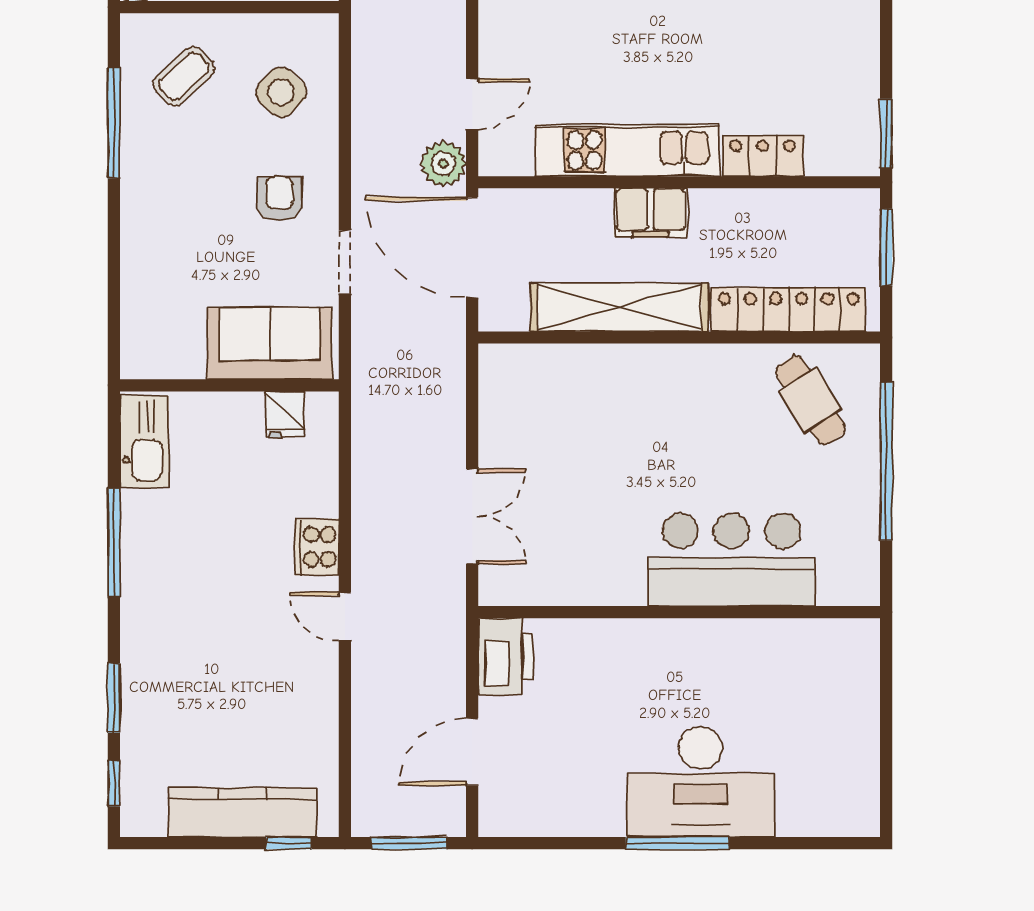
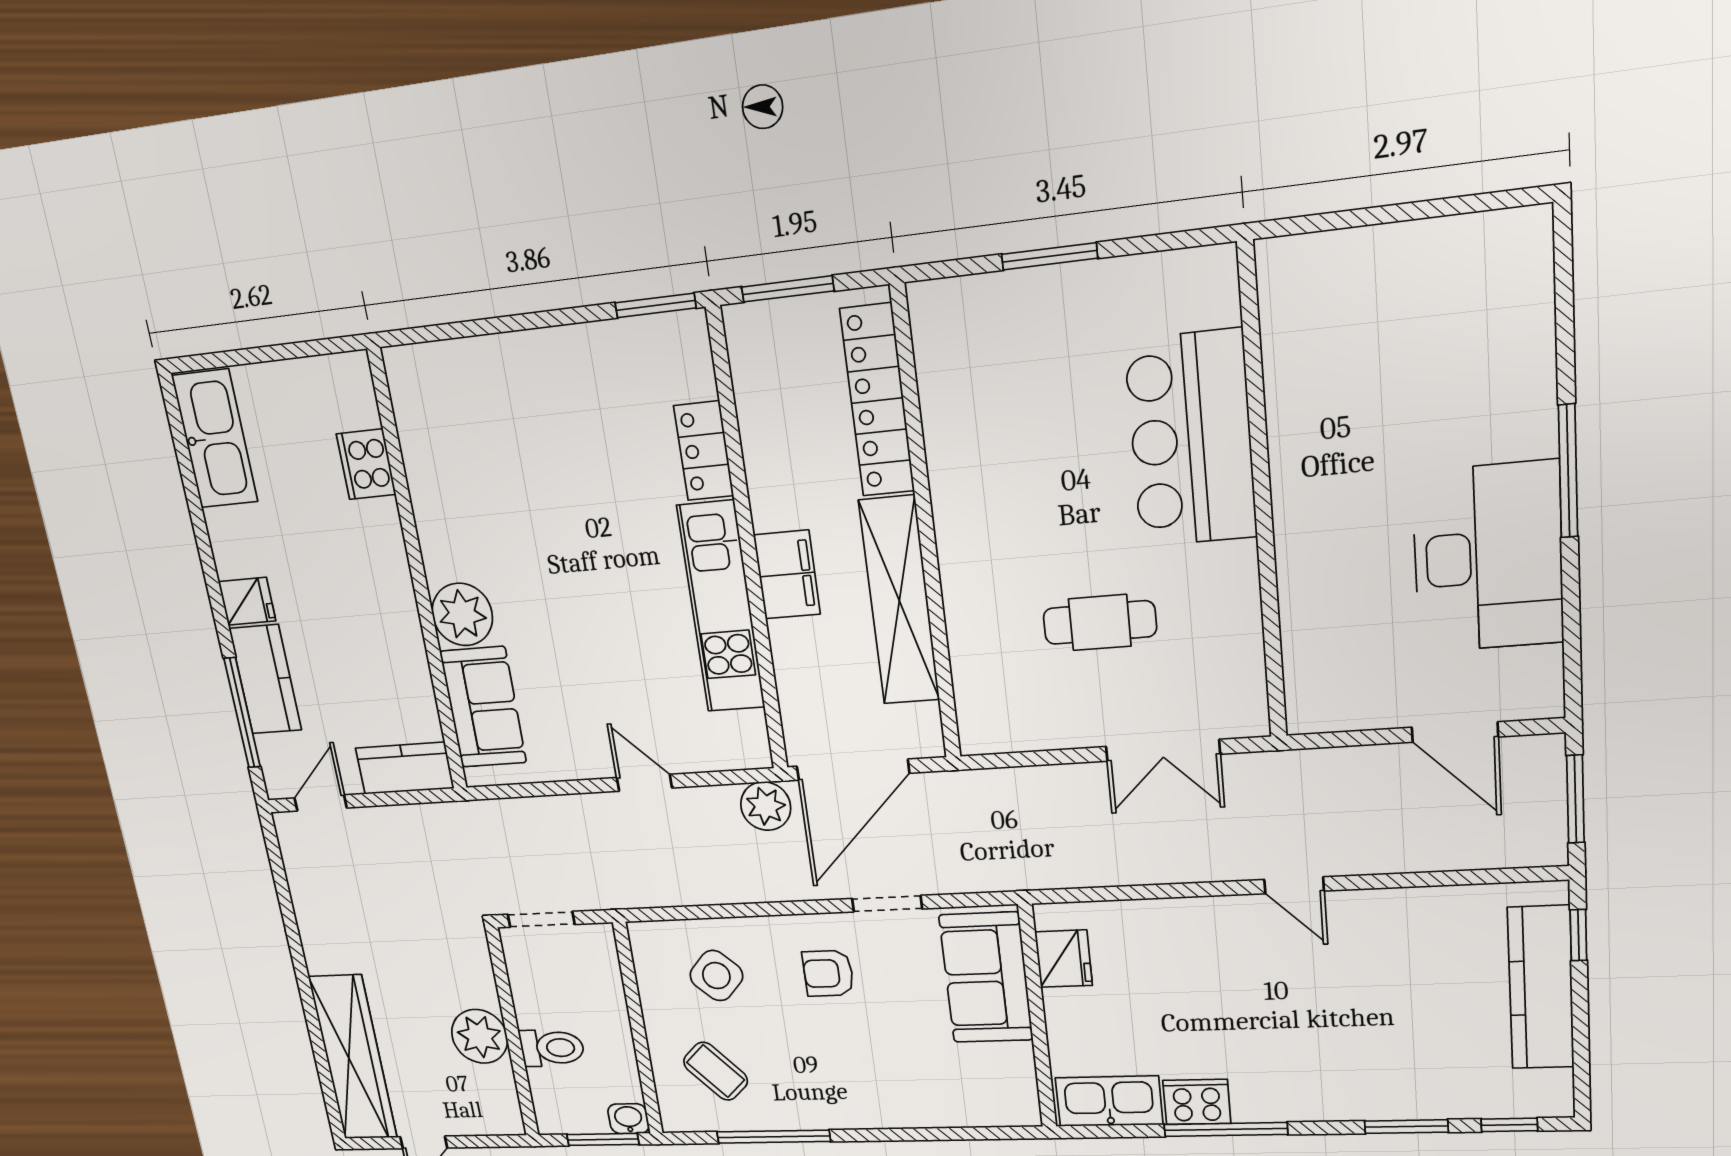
door: (472, 104) -> (644, 783), moved
cafe table: (810, 400) -> (1100, 622), moved, turned 32
fridge: (285, 414) -> (1064, 959), width x1.38
window: (886, 461) -> (1049, 256), width x0.47
double door: (472, 516) -> (1163, 750), swing flipped
cooker: (317, 547) -> (1197, 1102), moved, turned 180
door: (345, 617) -> (1294, 885), hinge flipped
printer: (506, 657) -> (1332, 701), removed
desk: (701, 782) -> (1488, 557), moved

